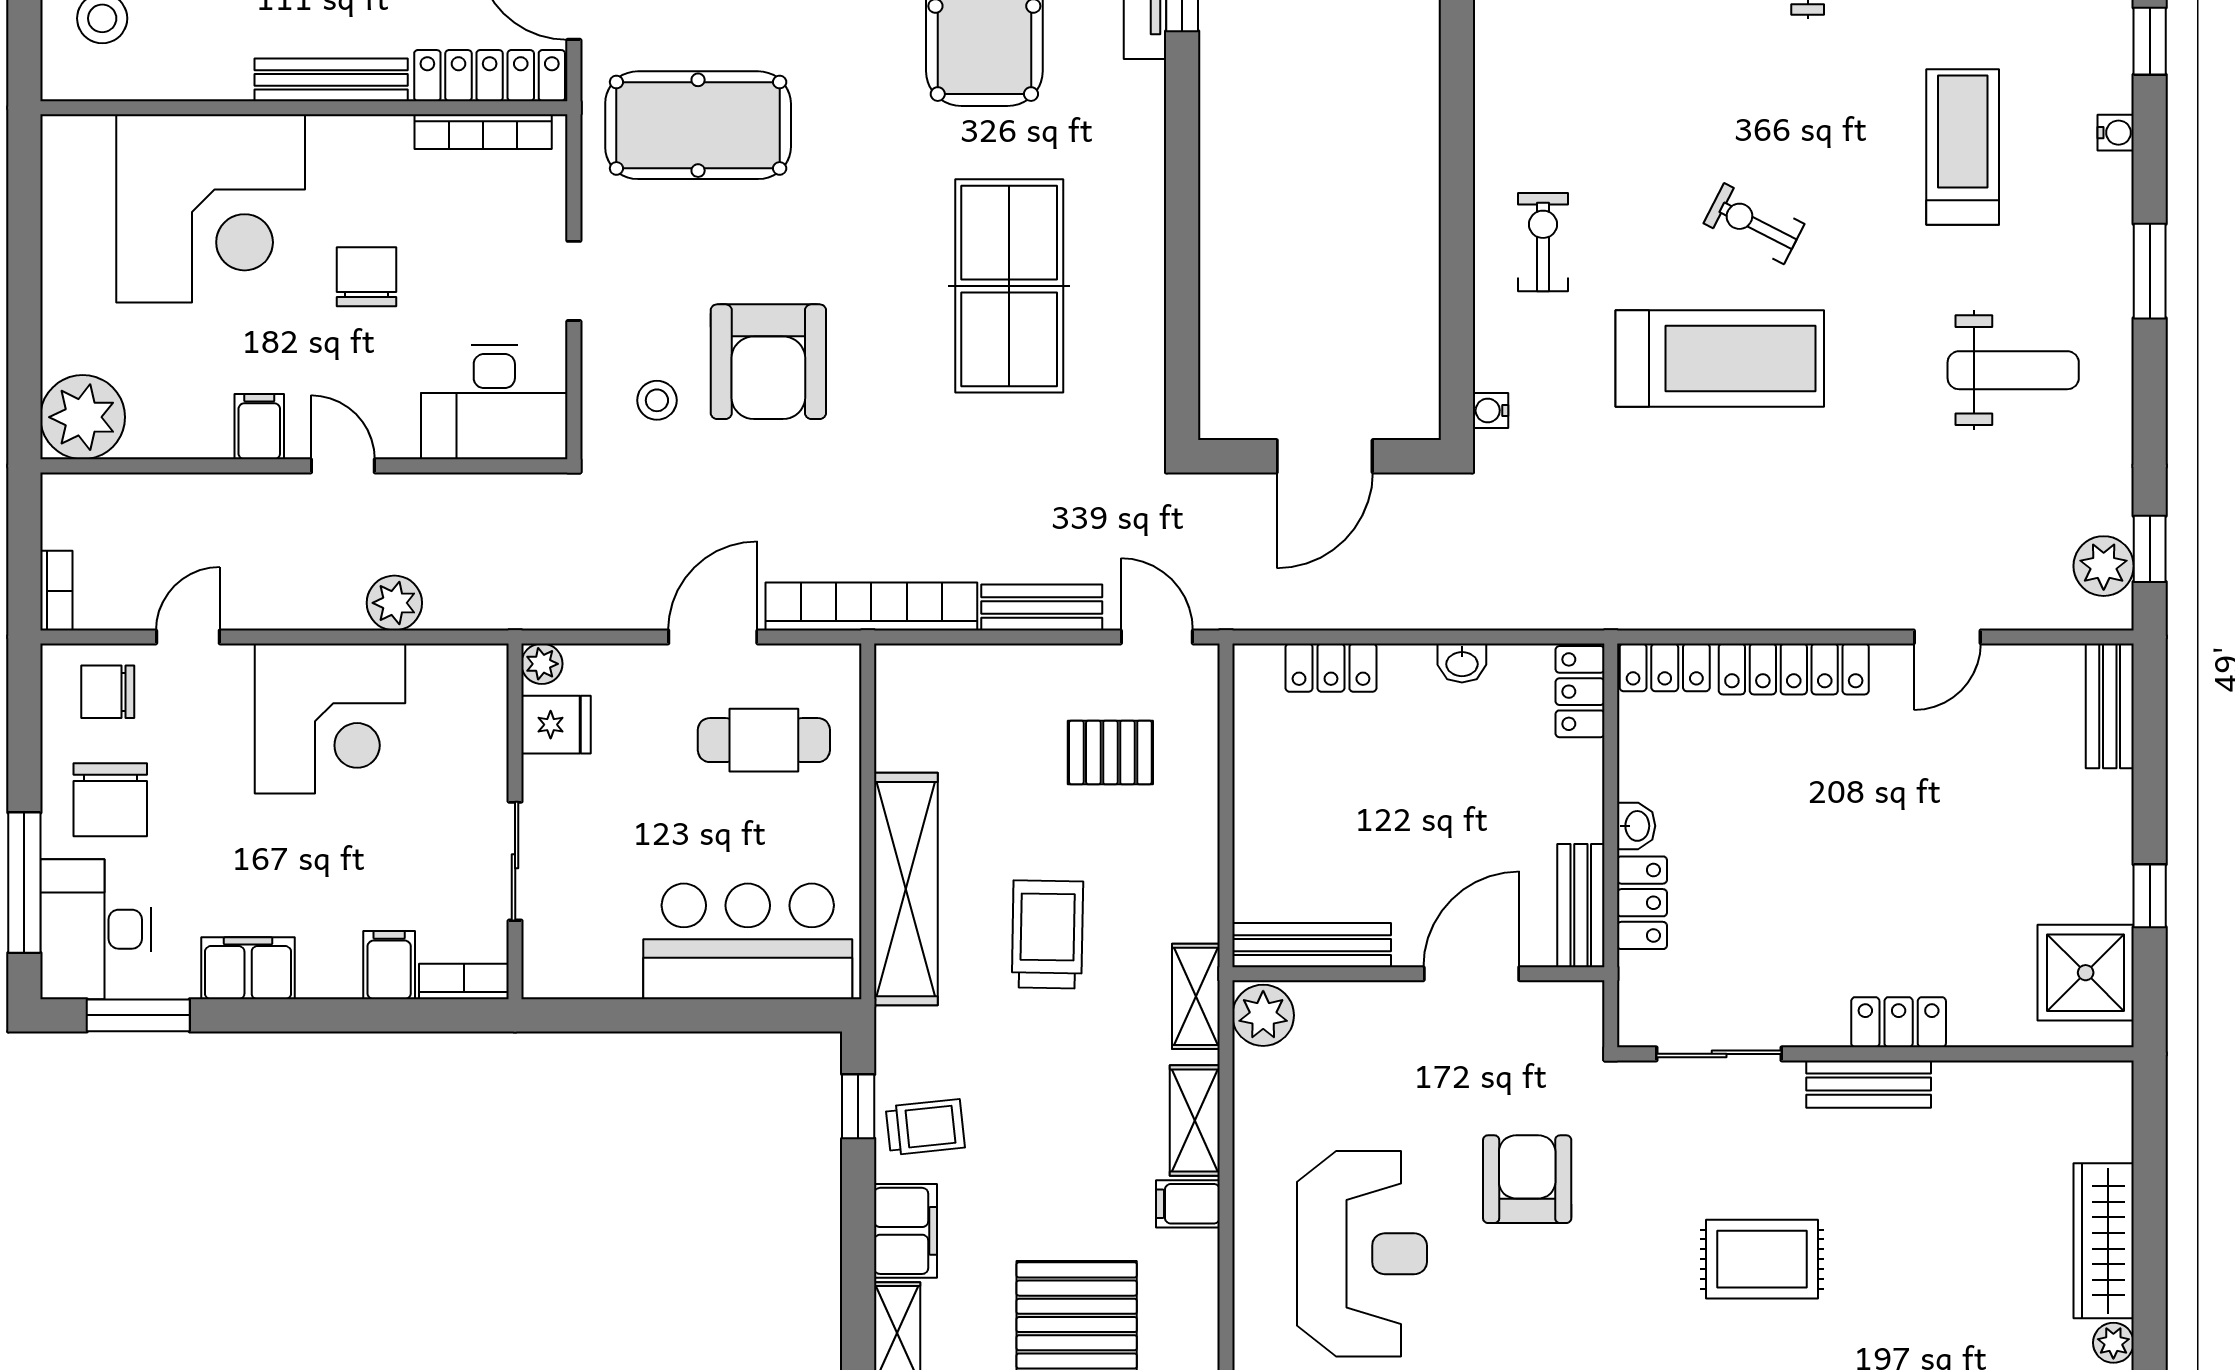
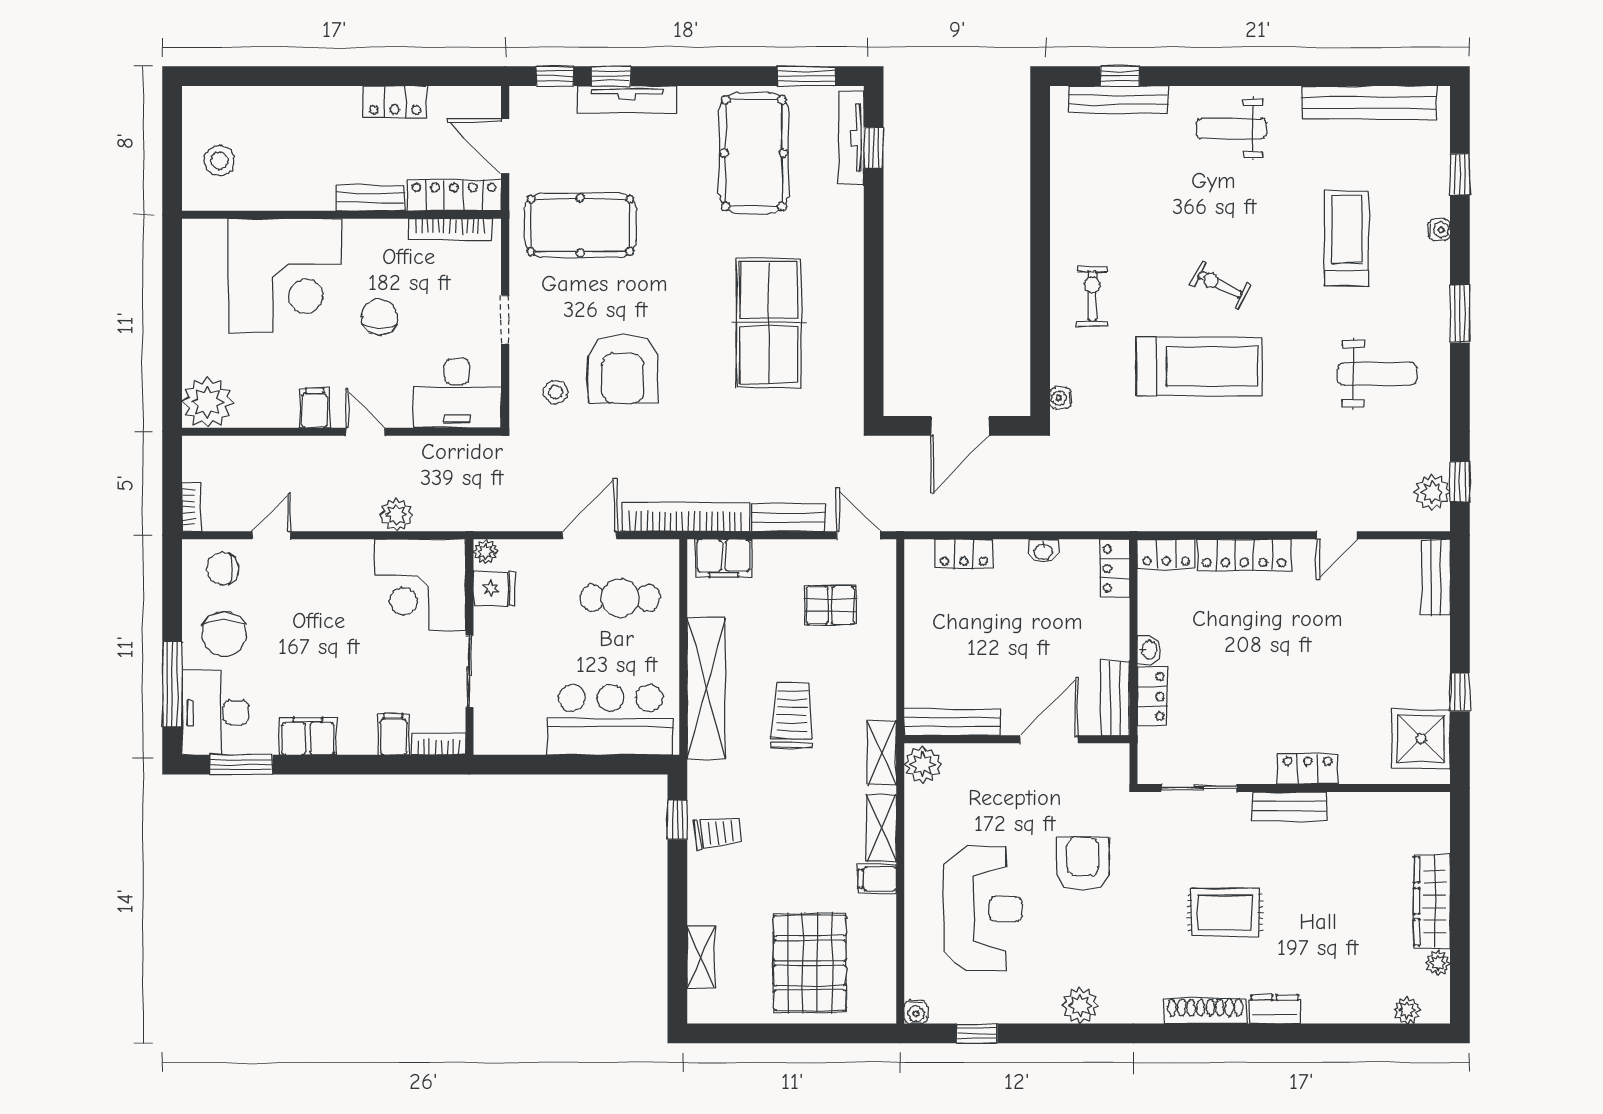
bench: (331, 80) -> (370, 198), width x0.73
corner desk: (330, 718) -> (420, 585), moved, turned 90
filing cabinet: (906, 1231) -> (724, 558), moved, turned 90

